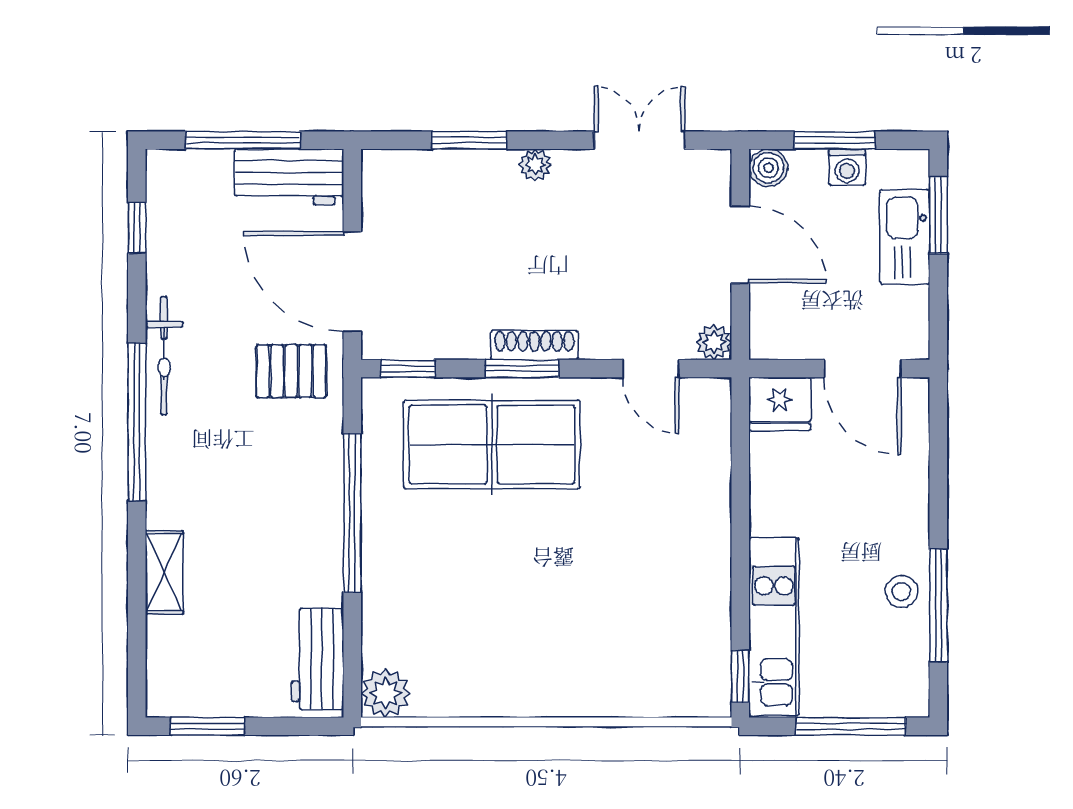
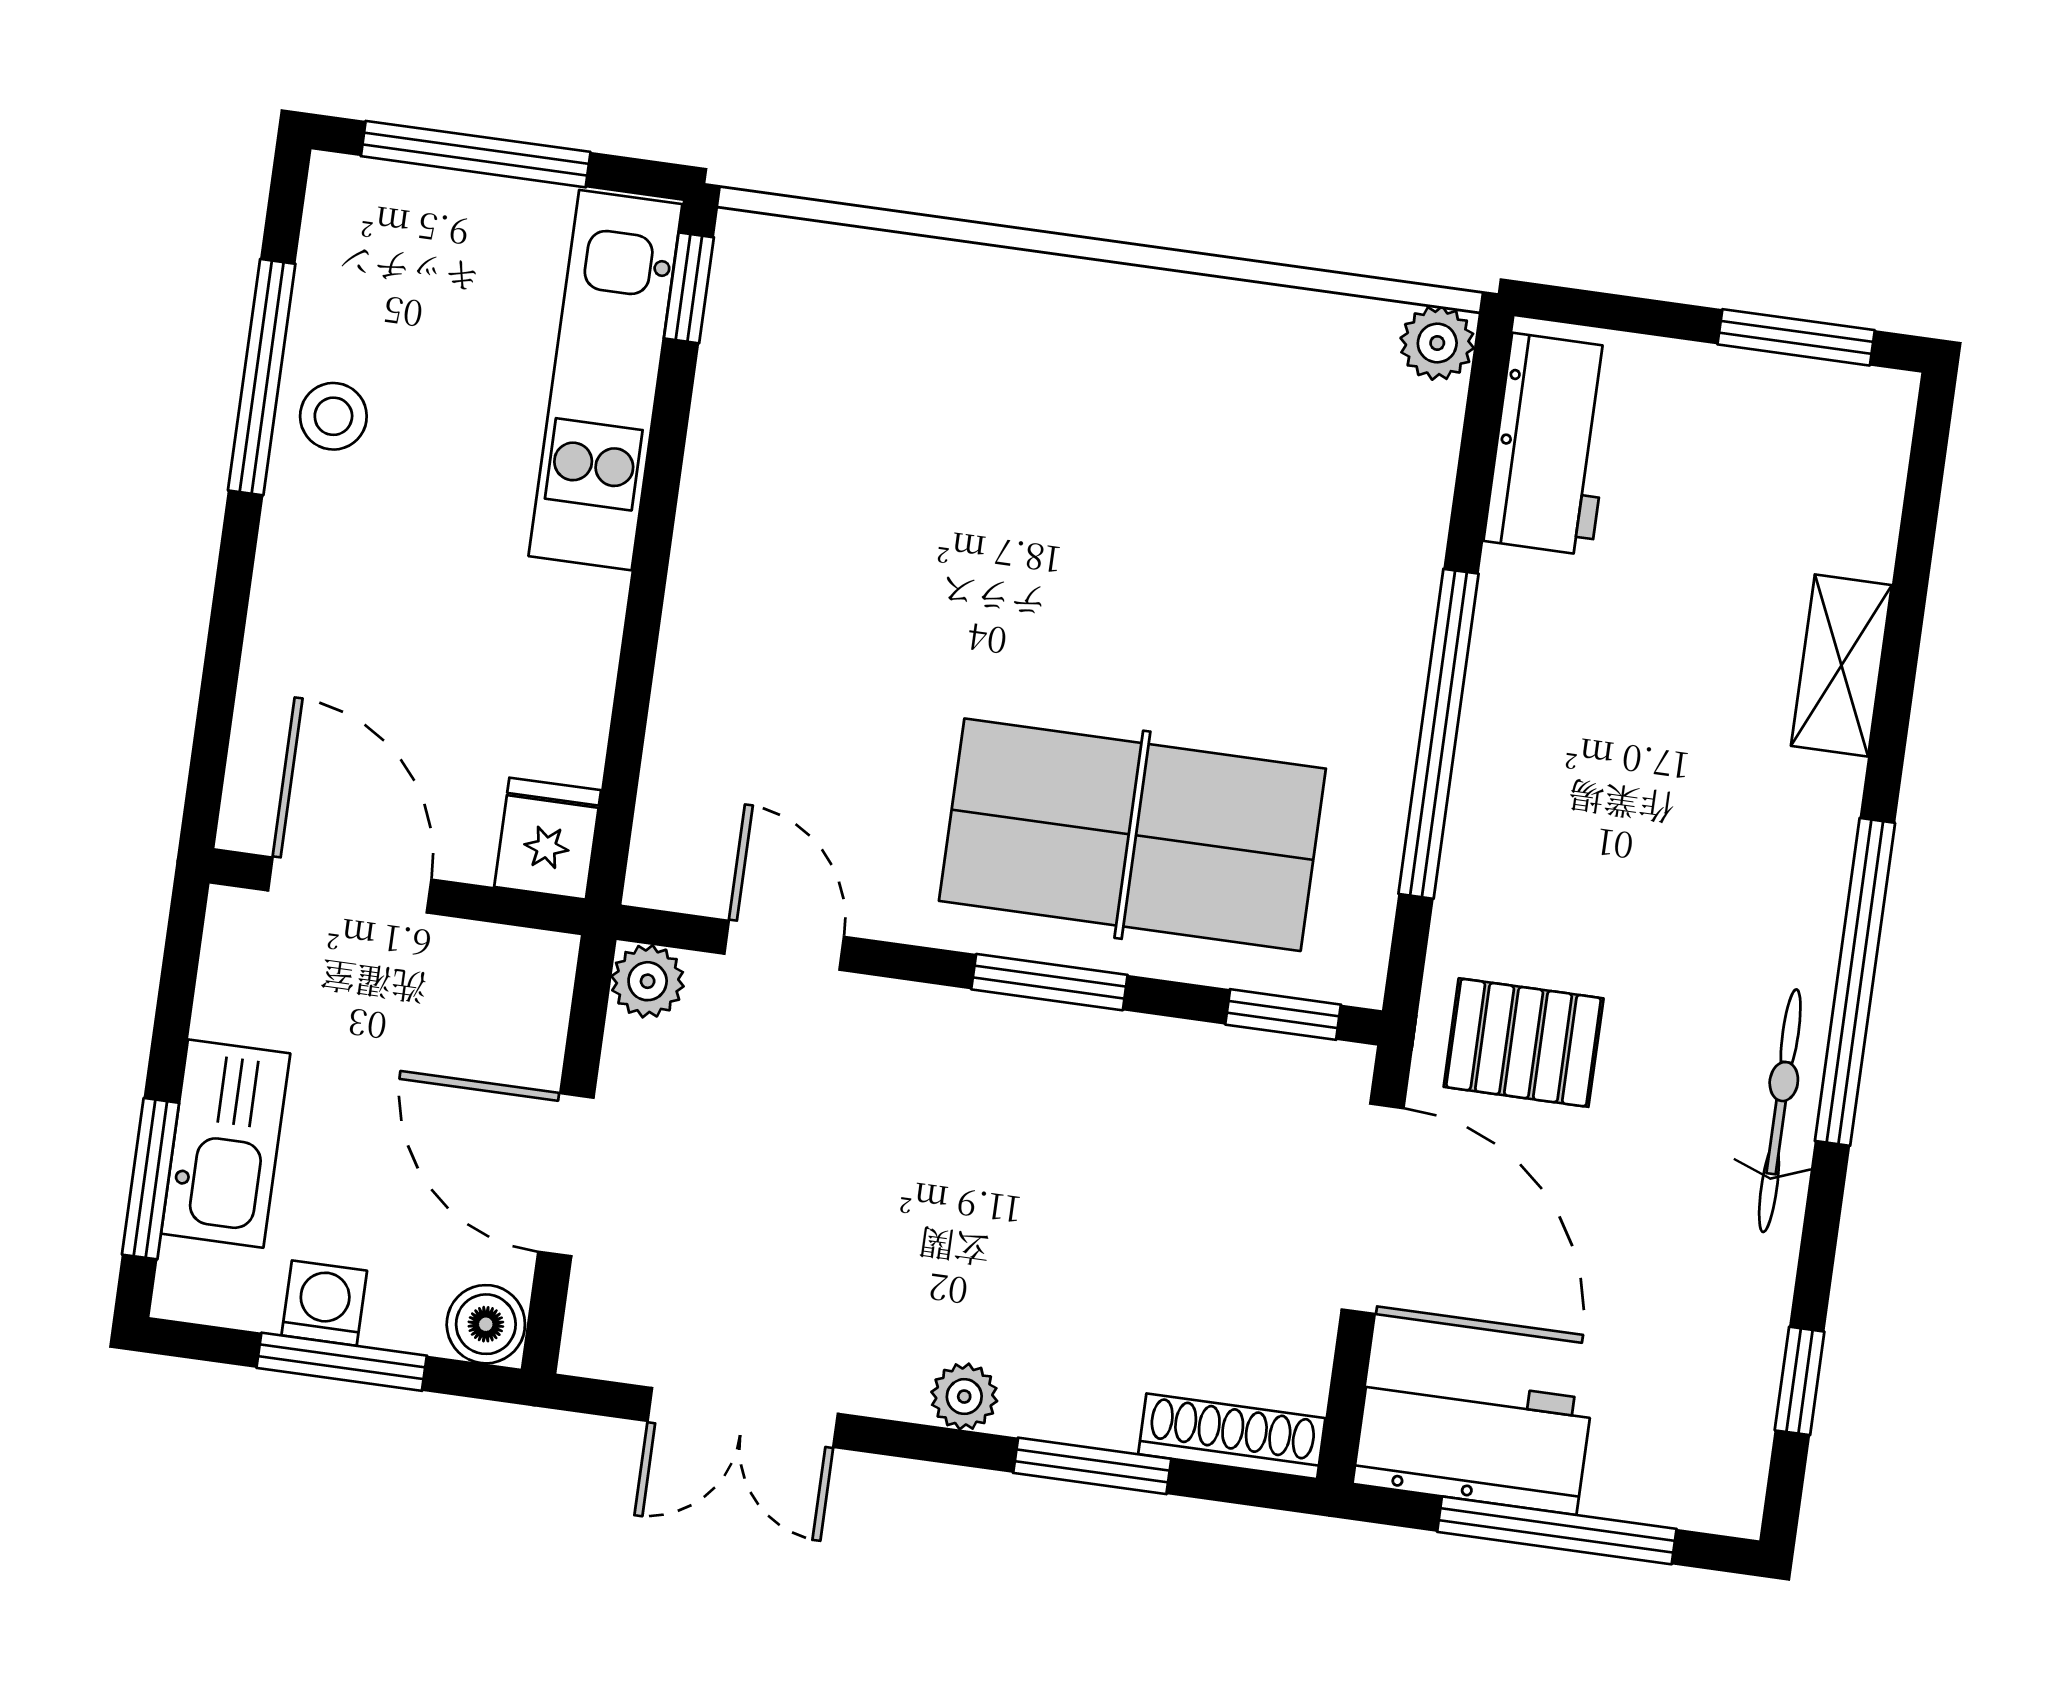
shoe rack: (534, 345) -> (1232, 1436), moved, turned 180
fridge: (780, 404) -> (548, 839), width x0.72
plant: (386, 693) -> (1437, 343), width x0.73, depth x0.73

